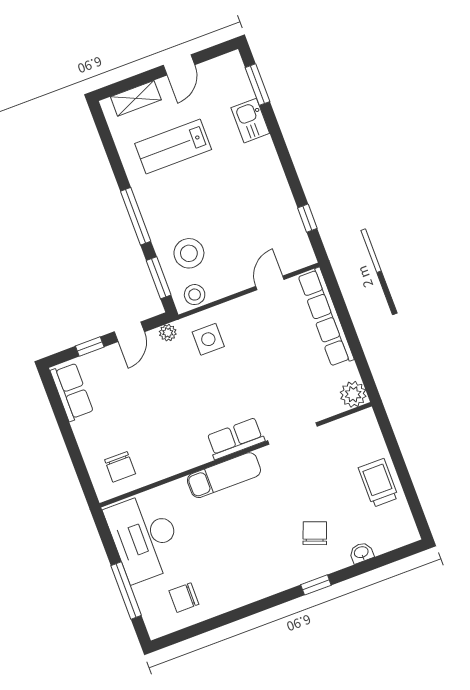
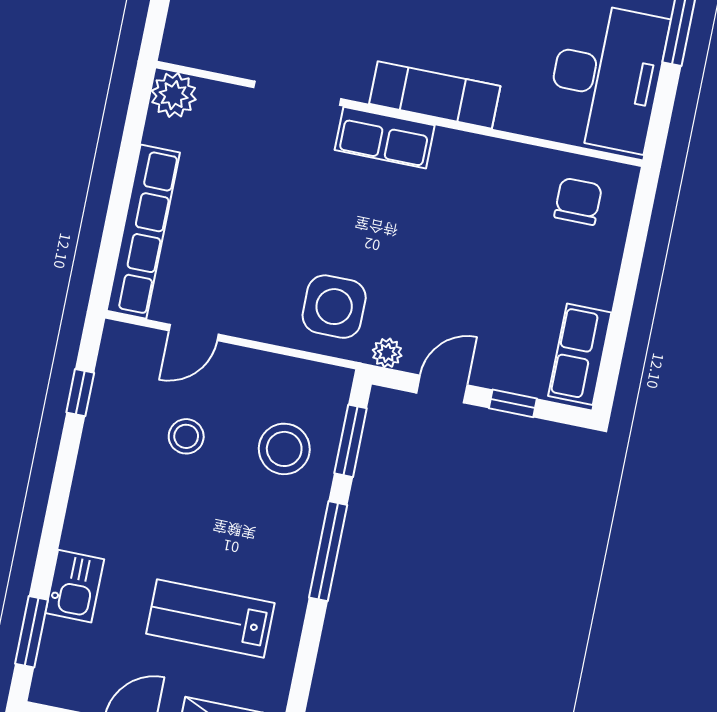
lab bench: (173, 147) -> (210, 618), turned 180
stool: (195, 295) -> (186, 436), moved
side table: (208, 339) -> (334, 307), width x1.37, depth x1.37

